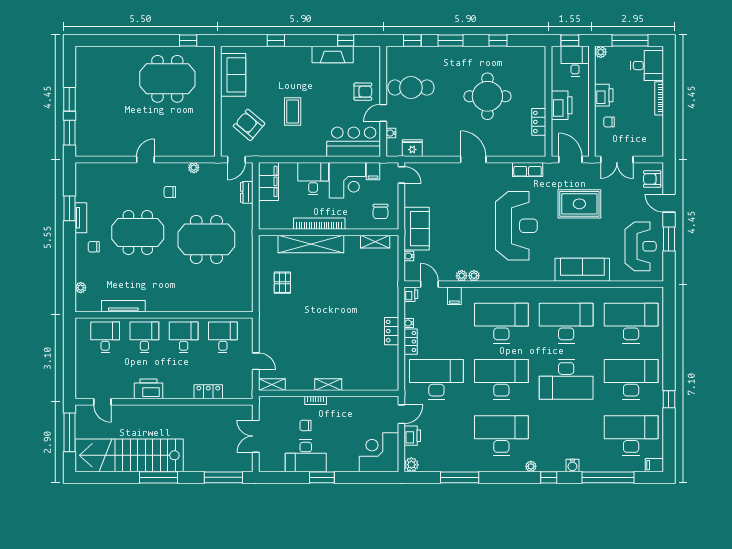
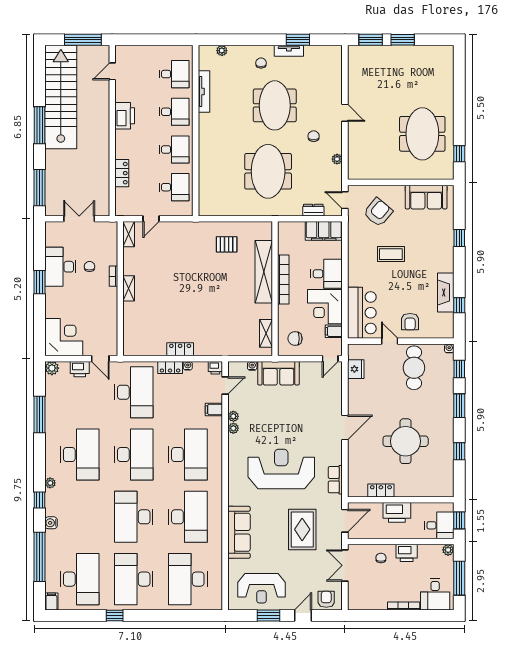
water cooler: (391, 133) -> (449, 348), moved
reception desk: (516, 226) -> (281, 469), turned 180
desk: (631, 323) -> (188, 579), turned 180
desk: (631, 379) -> (134, 579), turned 180

